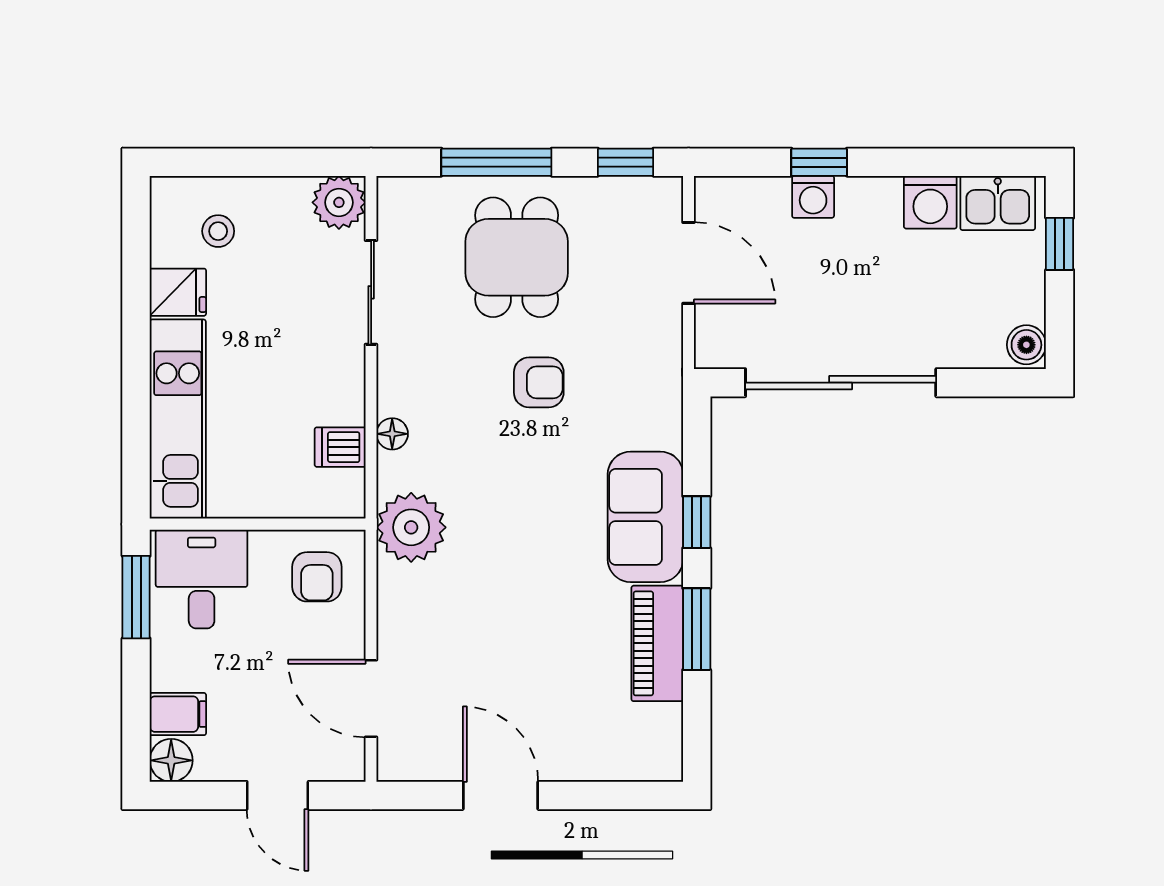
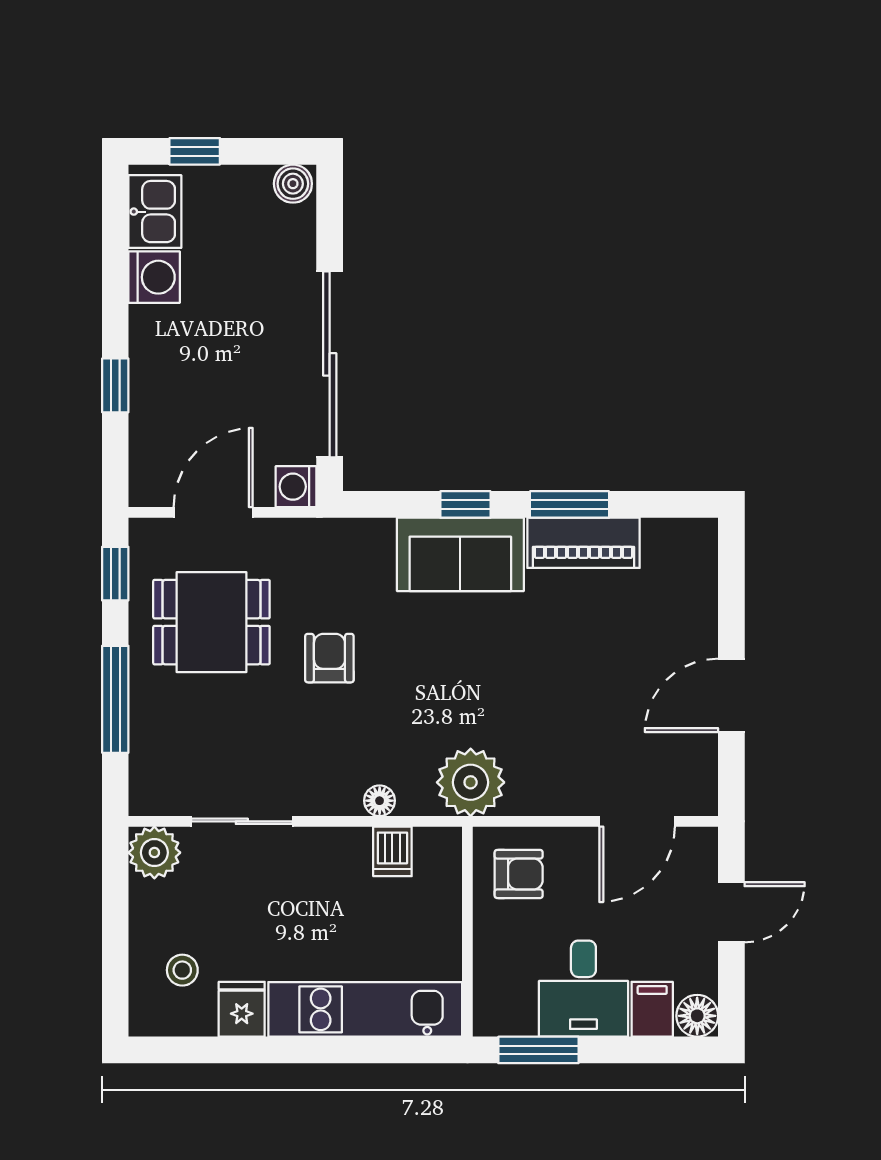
washing machine: (813, 197) -> (296, 487), moved, turned 180
dining table: (517, 257) -> (211, 622), moved
desk: (202, 579) -> (583, 989), moved, turned -90

